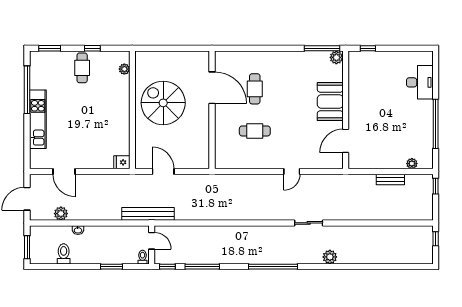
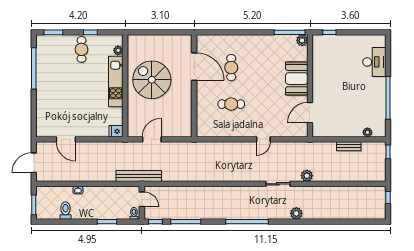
kitchen unit: (38, 119) -> (116, 81), moved, turned 180
door: (163, 172) -> (152, 139), hinge flipped
plant: (61, 214) -> (307, 176), moved

